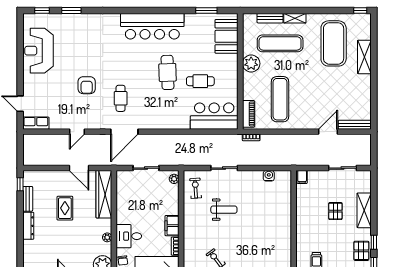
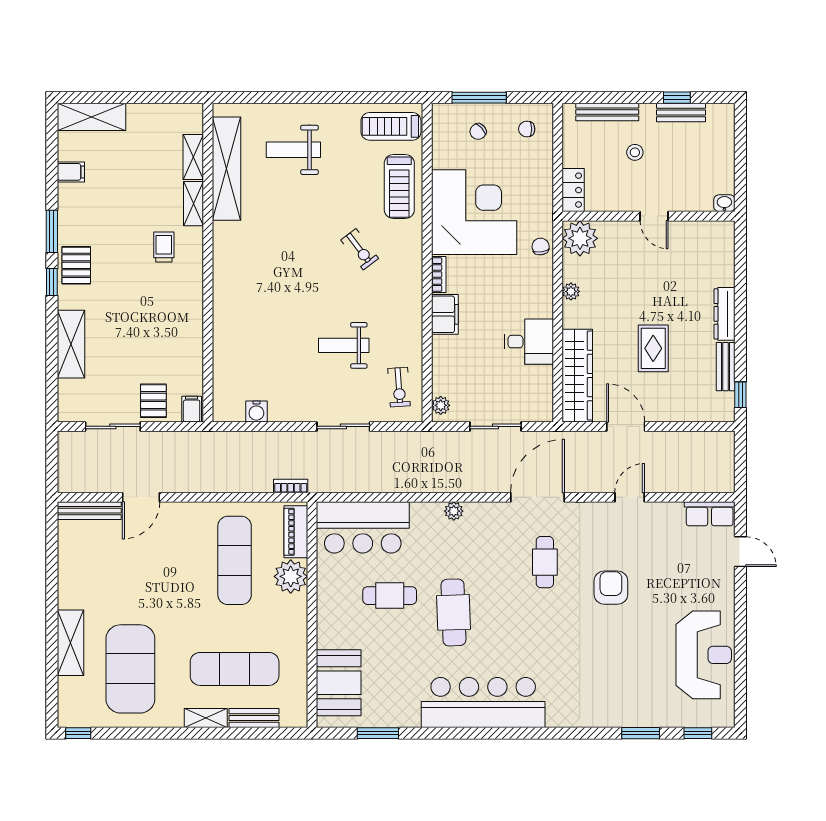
plant: (251, 64) -> (291, 576), moved
plant: (167, 125) -> (454, 511), added
pallet: (335, 211) -> (153, 401), moved
desk: (129, 236) -> (529, 342), moved

